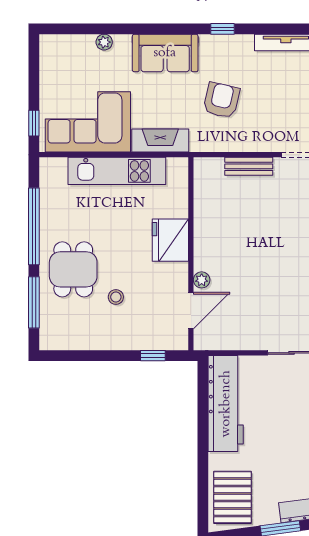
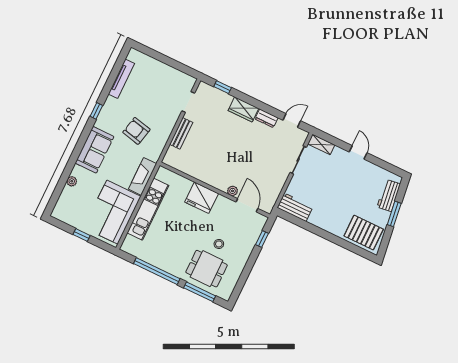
window: (34, 123) -> (82, 235), moved
dining table: (73, 269) -> (207, 269), moved
workbench: (226, 404) -> (295, 207), width x0.53, depth x0.76

